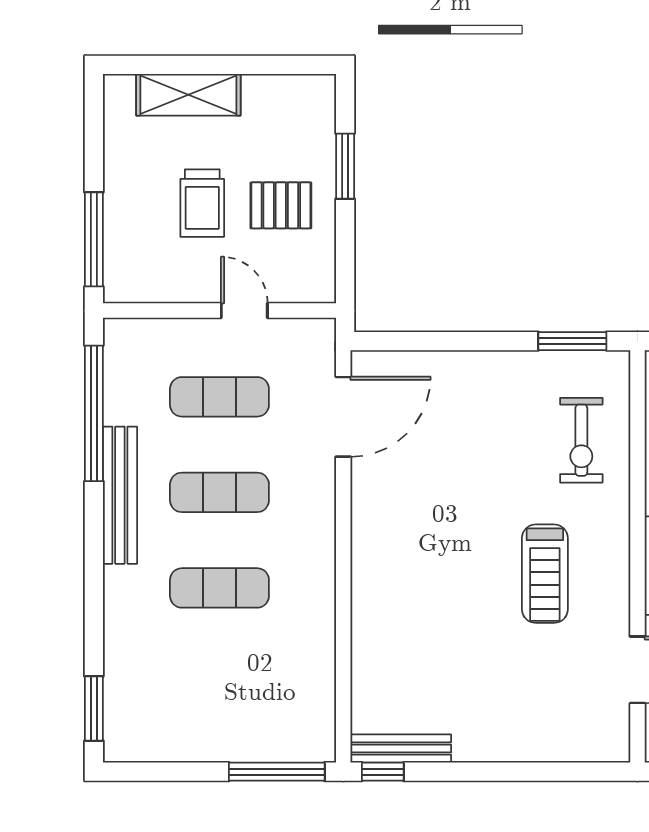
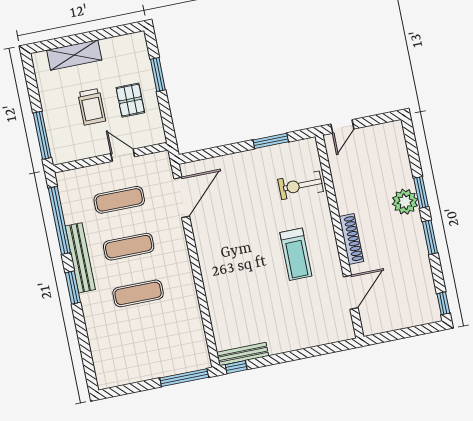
pallet: (281, 205) -> (130, 100), turned 90
window: (572, 341) -> (271, 141), moved
exercise bike: (581, 440) -> (301, 185), turned 90
window: (94, 709) -> (73, 288), moved

